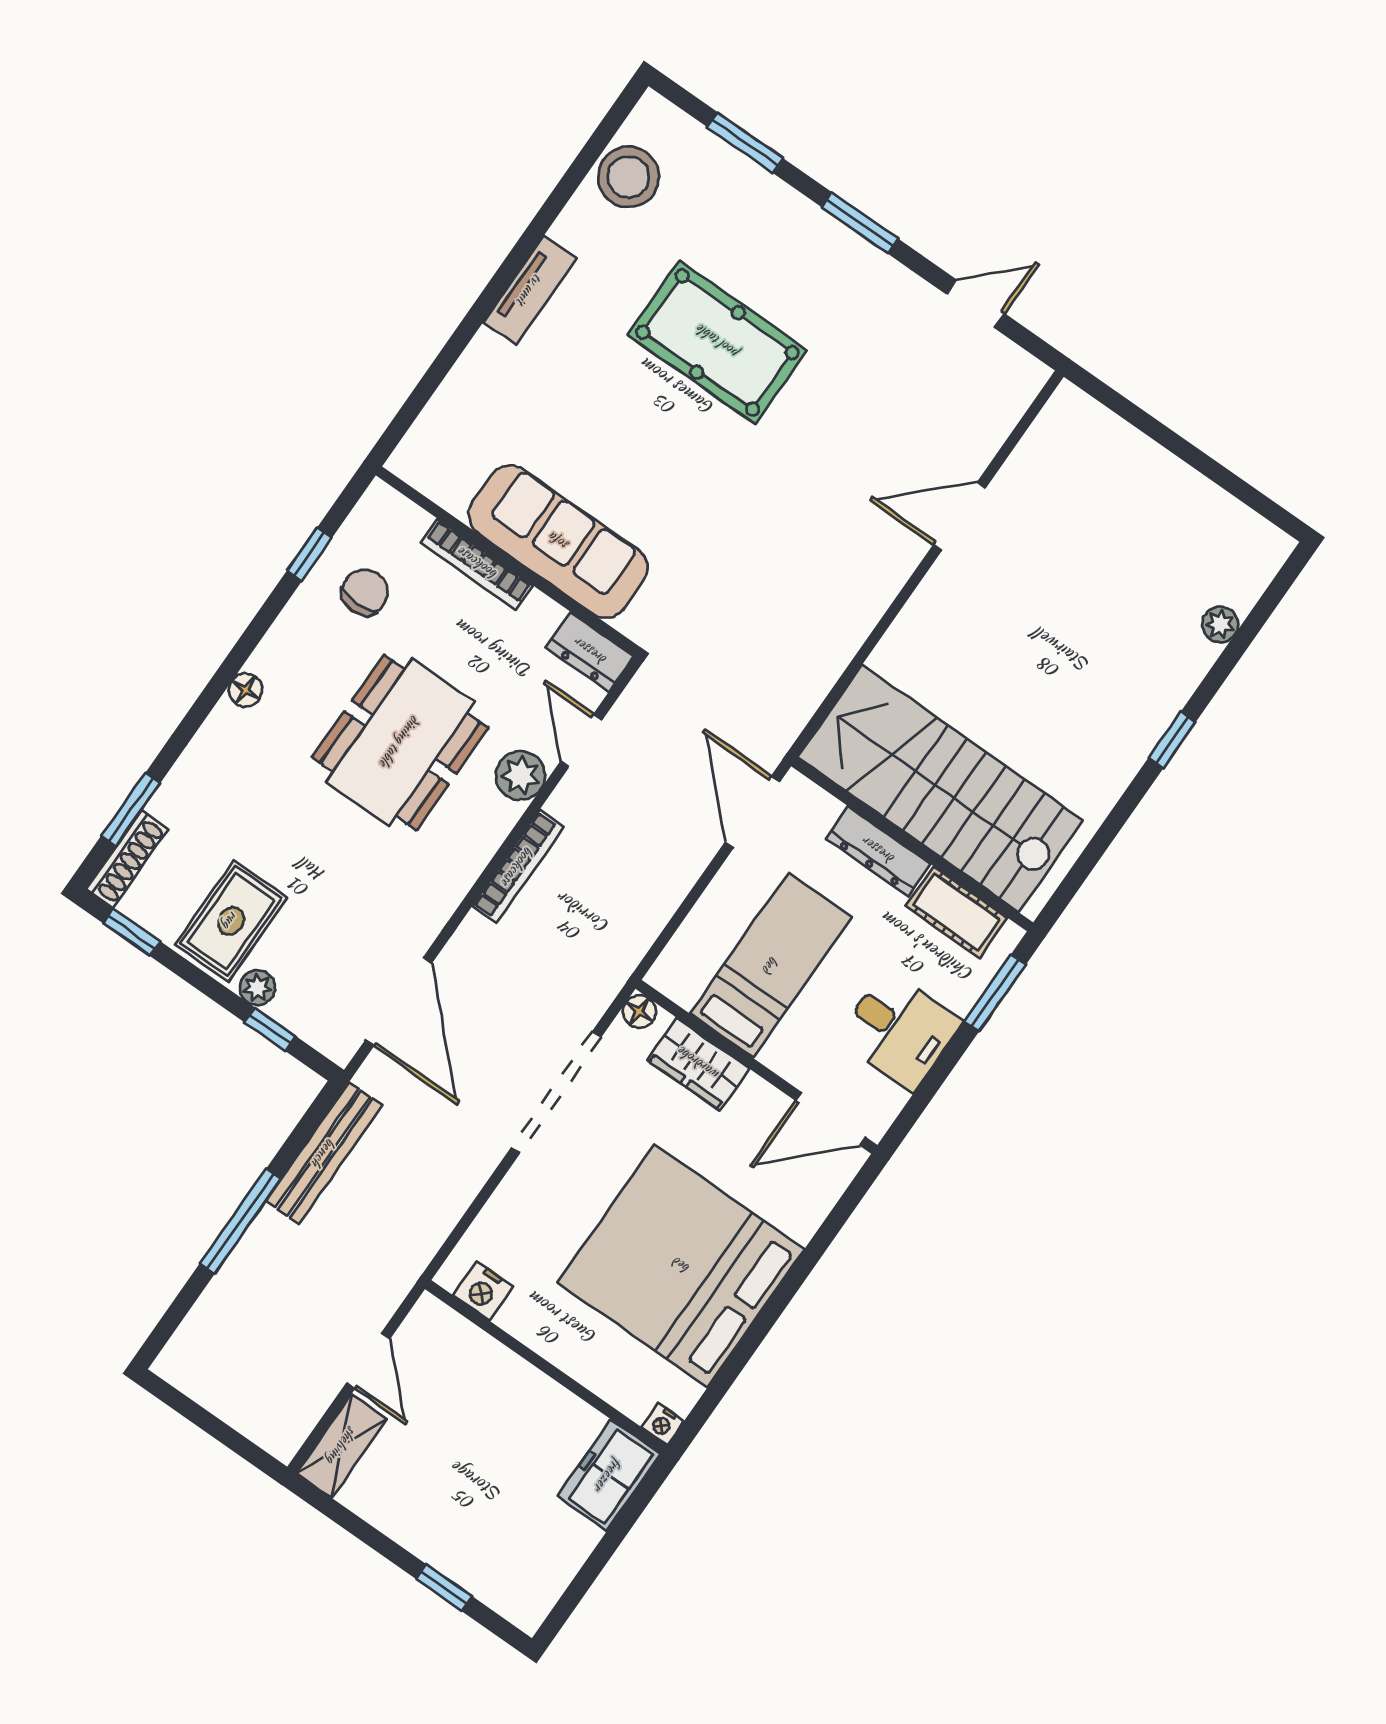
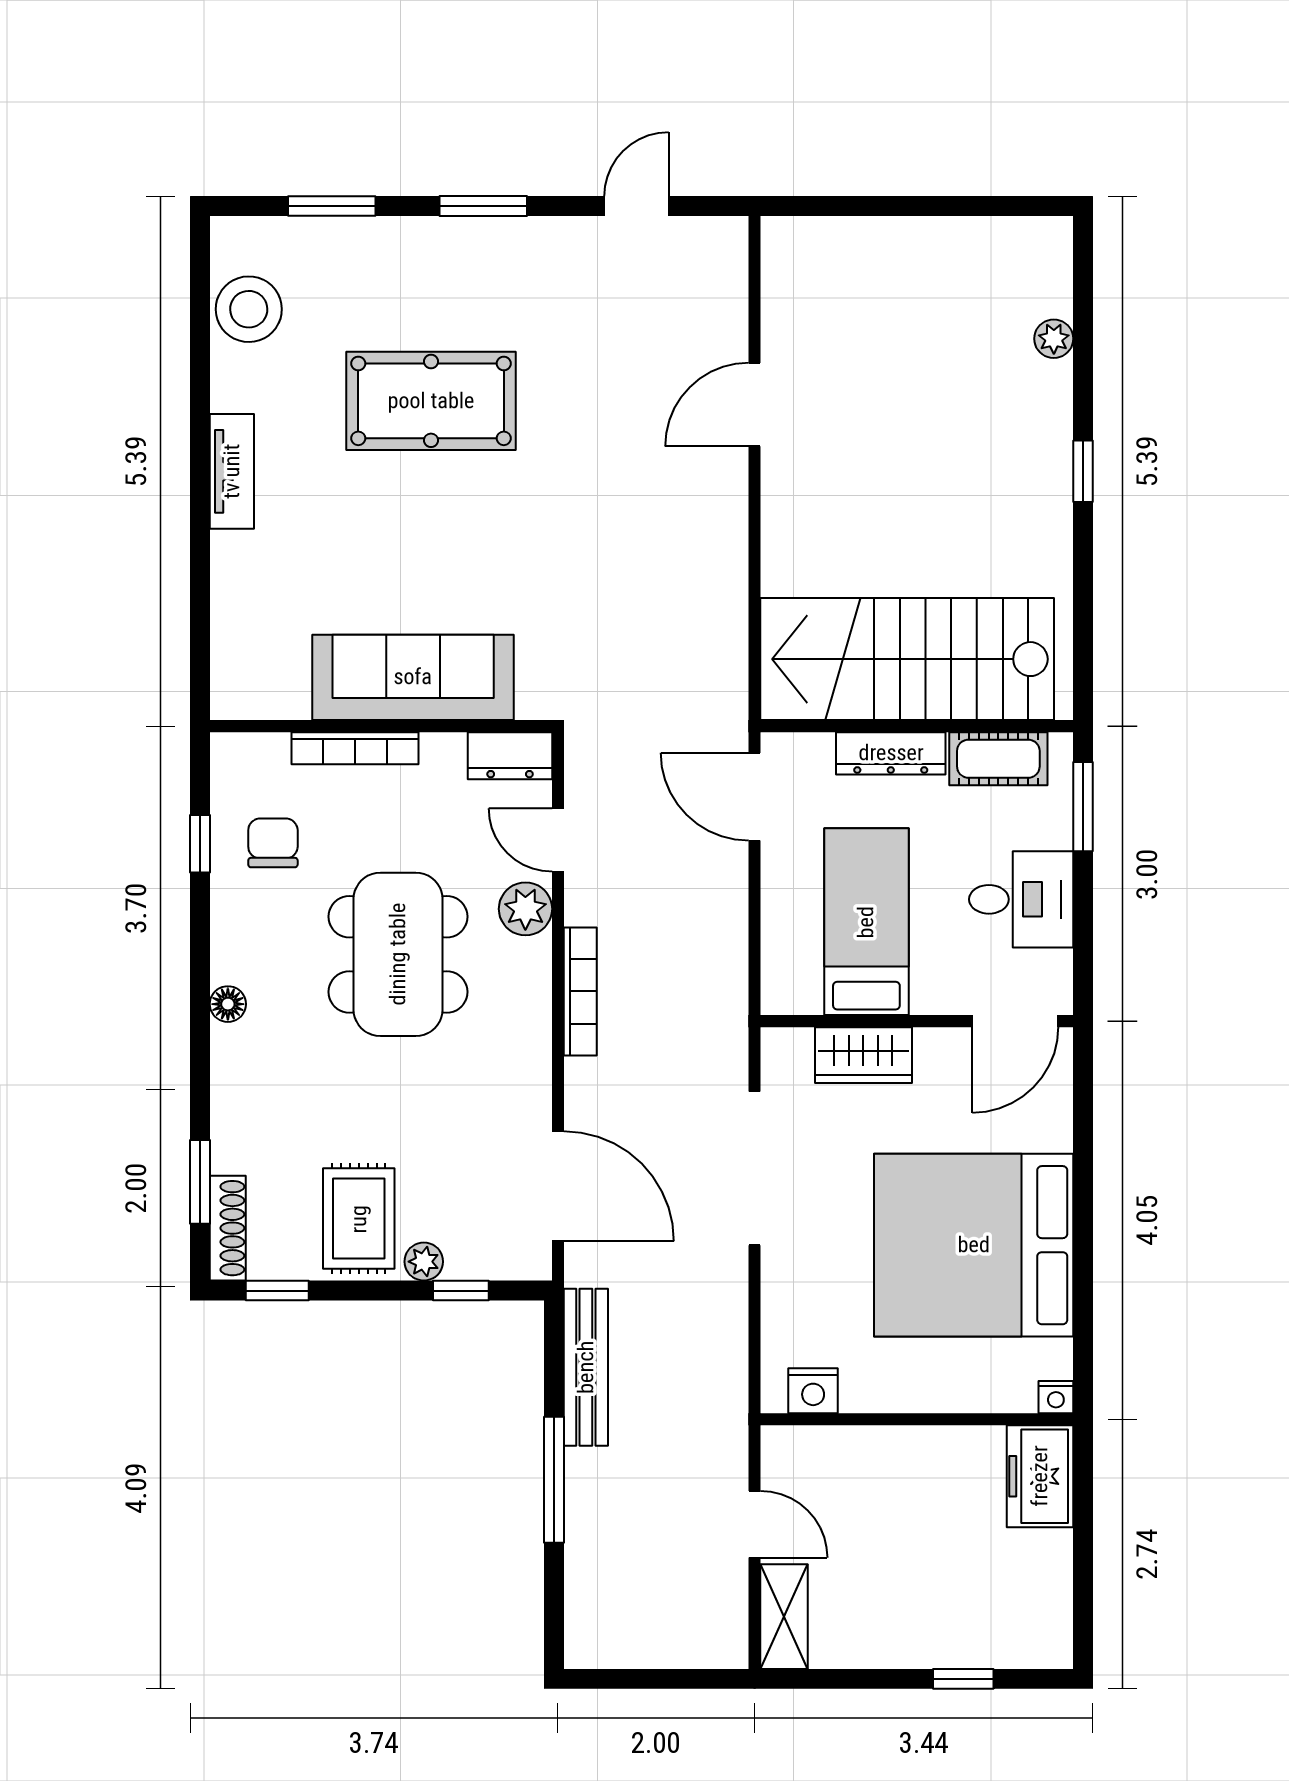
floor lamp: (639, 1012) -> (778, 1045), removed

